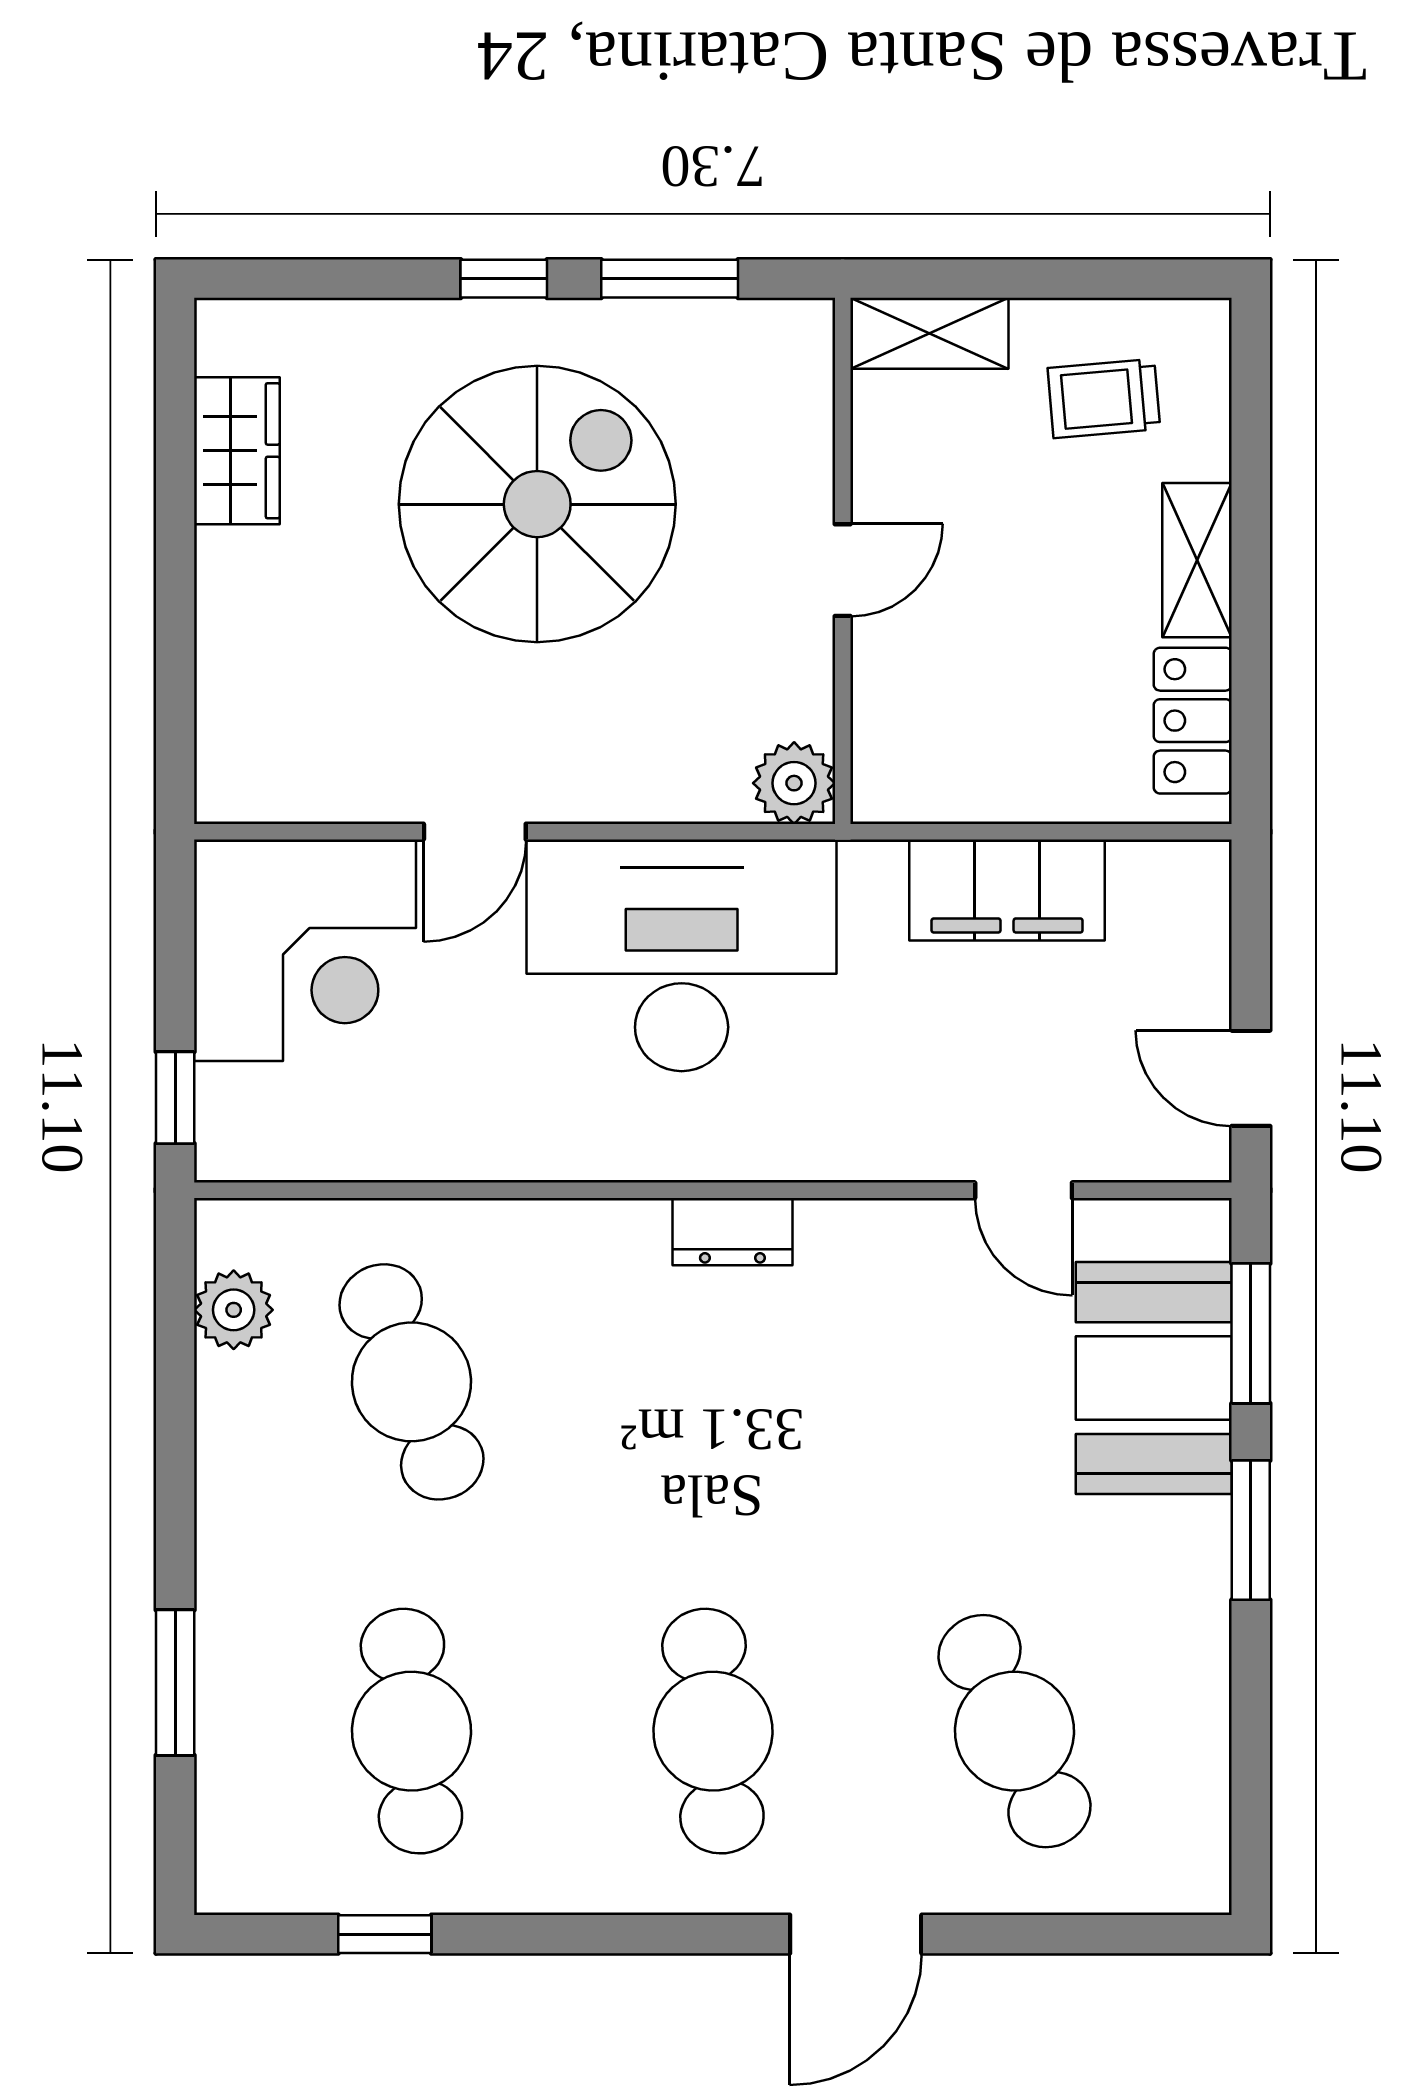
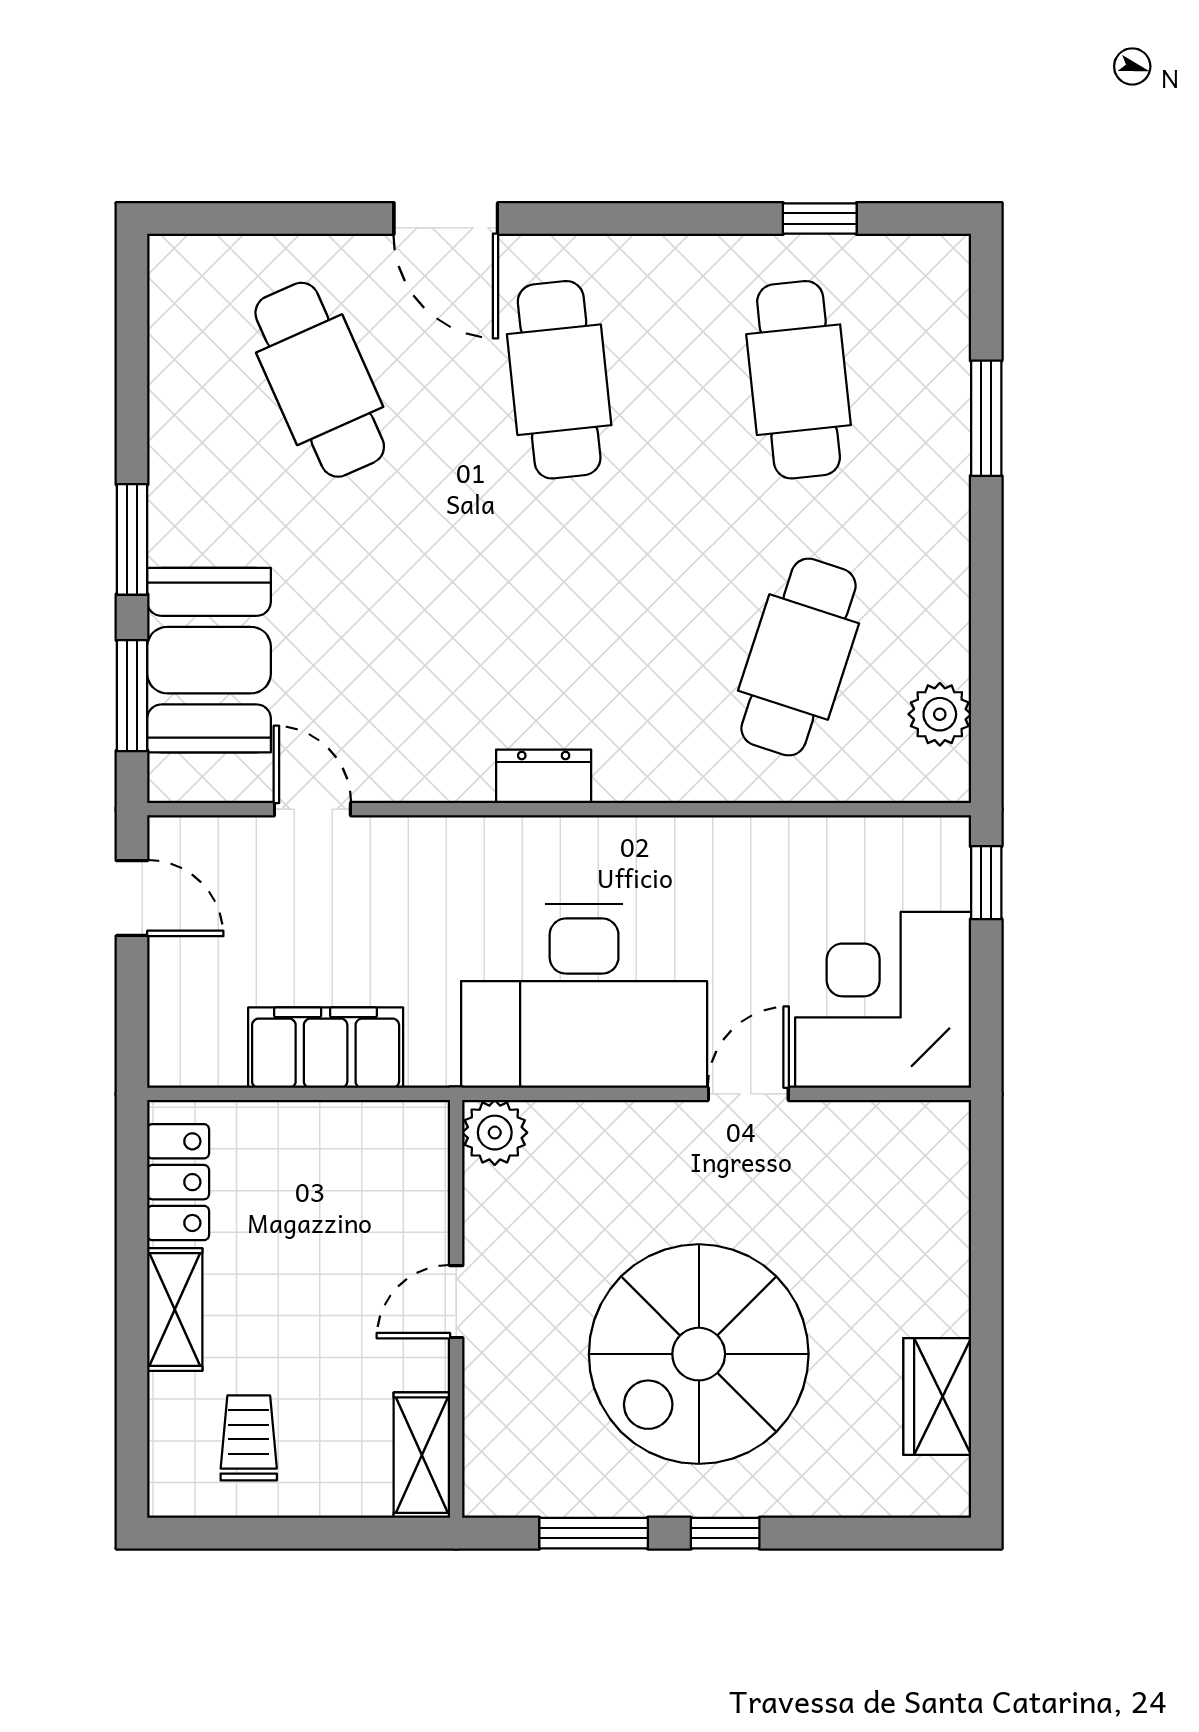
shelving: (929, 333) -> (422, 1455), moved, turned 90
trolley: (1104, 398) -> (249, 1438), turned -85
cafe table: (411, 1382) -> (799, 657), turned 39
door: (856, 1934) -> (446, 218), swing flipped

